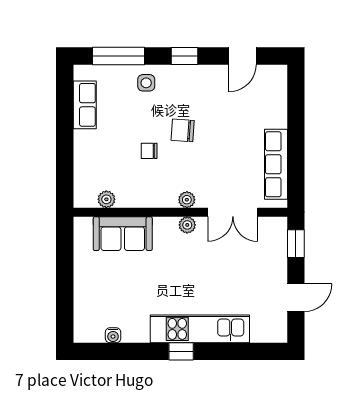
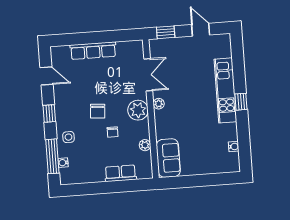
water cooler: (108, 72) -> (63, 163), added
row of seats: (85, 105) -> (121, 173), moved
row of seats: (276, 164) -> (93, 51), moved
plant: (106, 199) -> (145, 145), moved
plant: (187, 200) -> (138, 110), width x1.88, depth x1.88
sofa: (123, 234) -> (168, 158), moved

